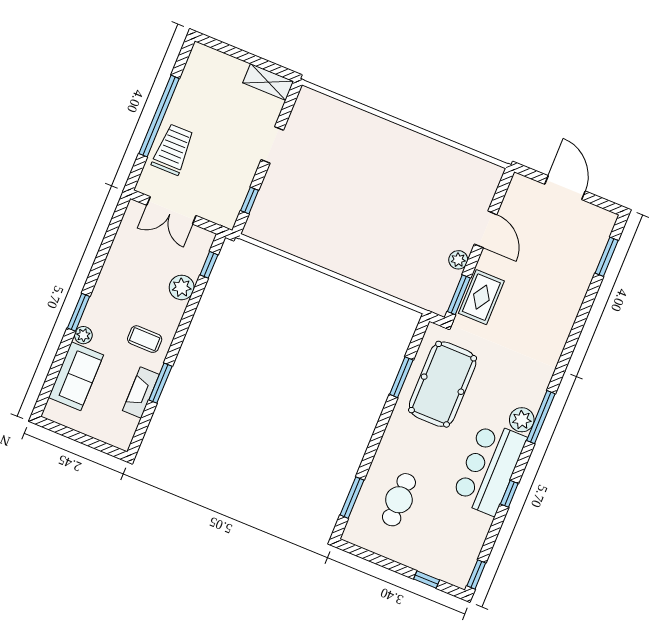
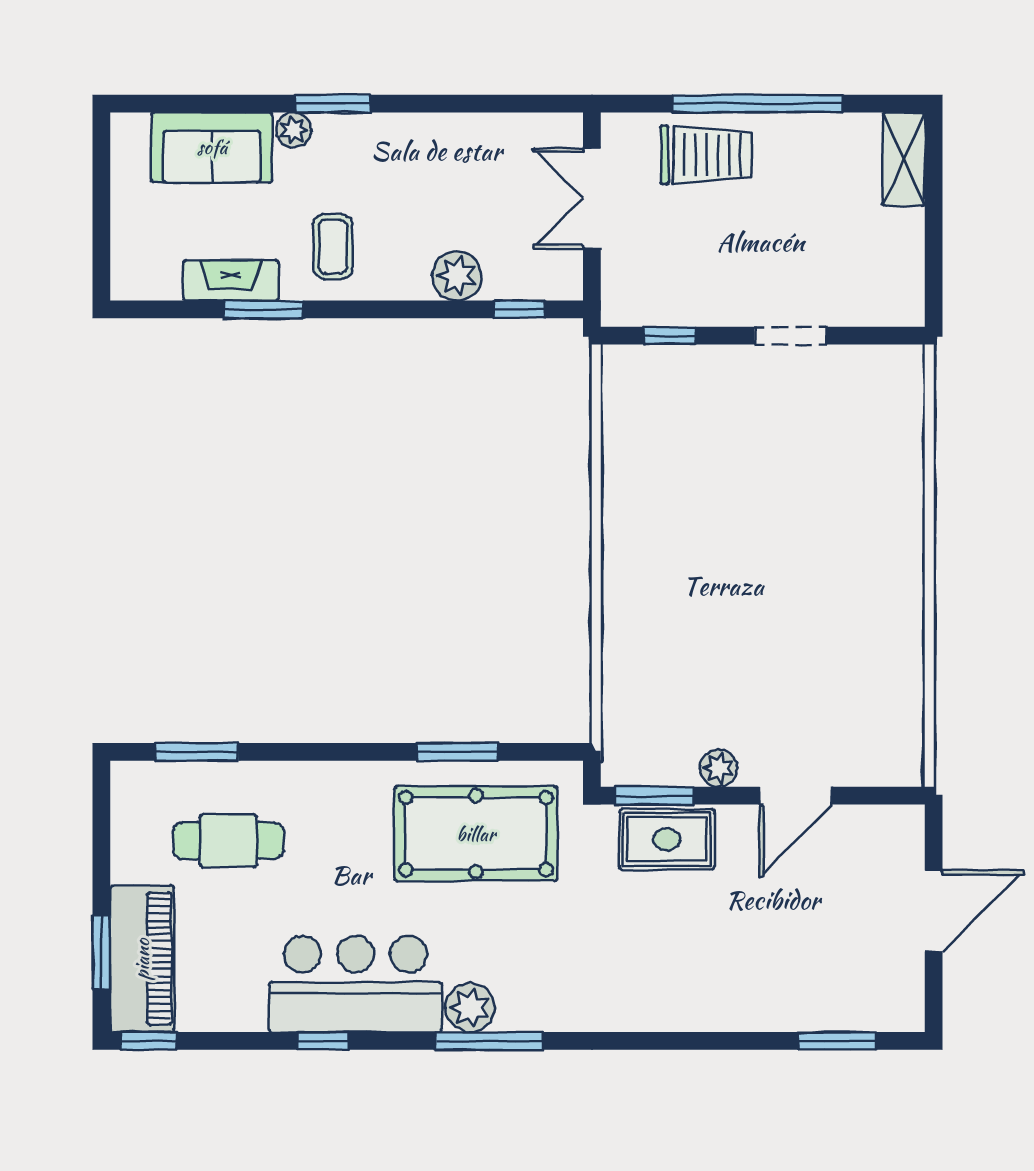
shelving: (268, 82) -> (904, 159), moved
piano: (437, 562) -> (142, 959), added
window: (427, 579) -> (101, 952), width x1.50

